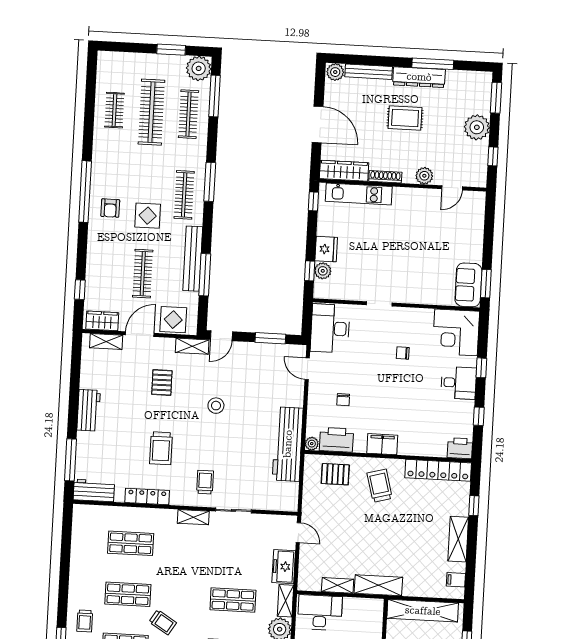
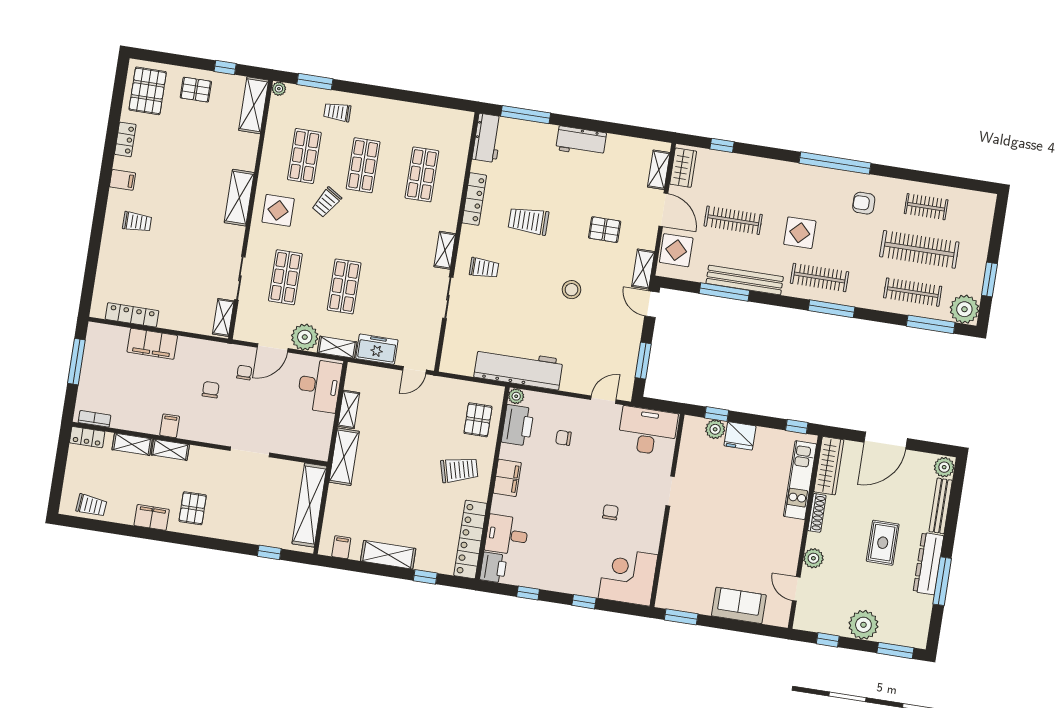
armchair: (110, 208) -> (864, 203), moved
sofa: (468, 285) -> (739, 605), moved
desk: (459, 383) -> (507, 535), moved, turned 90

